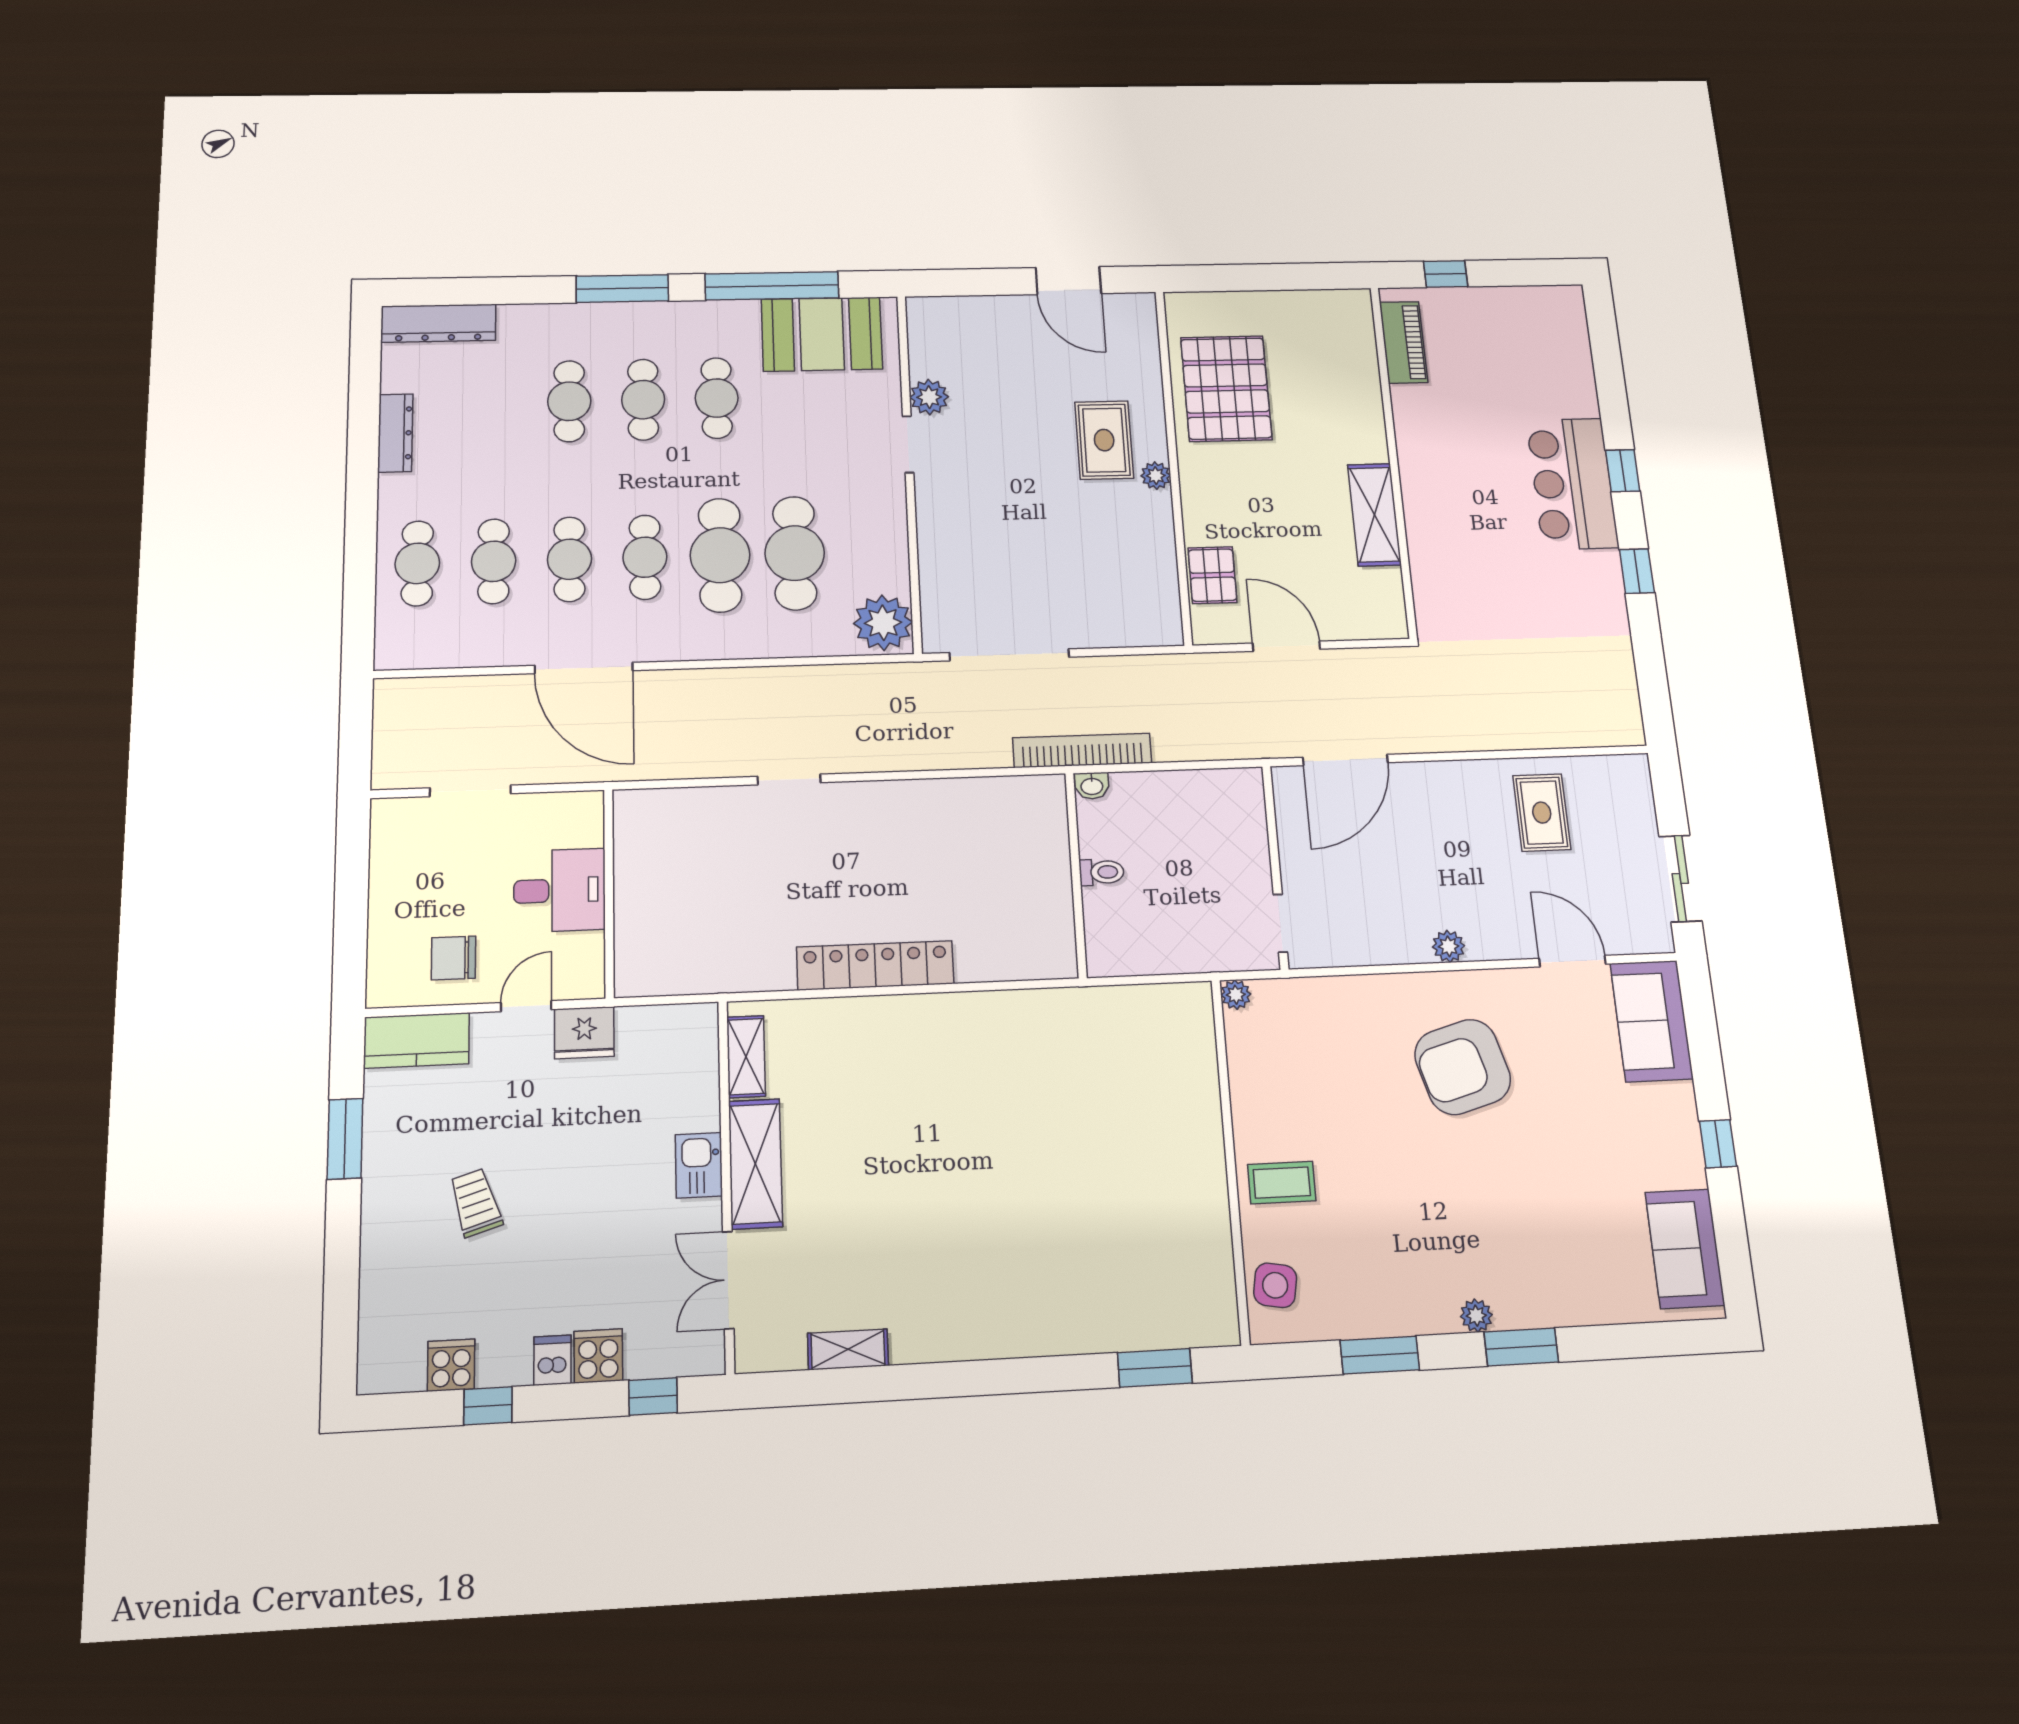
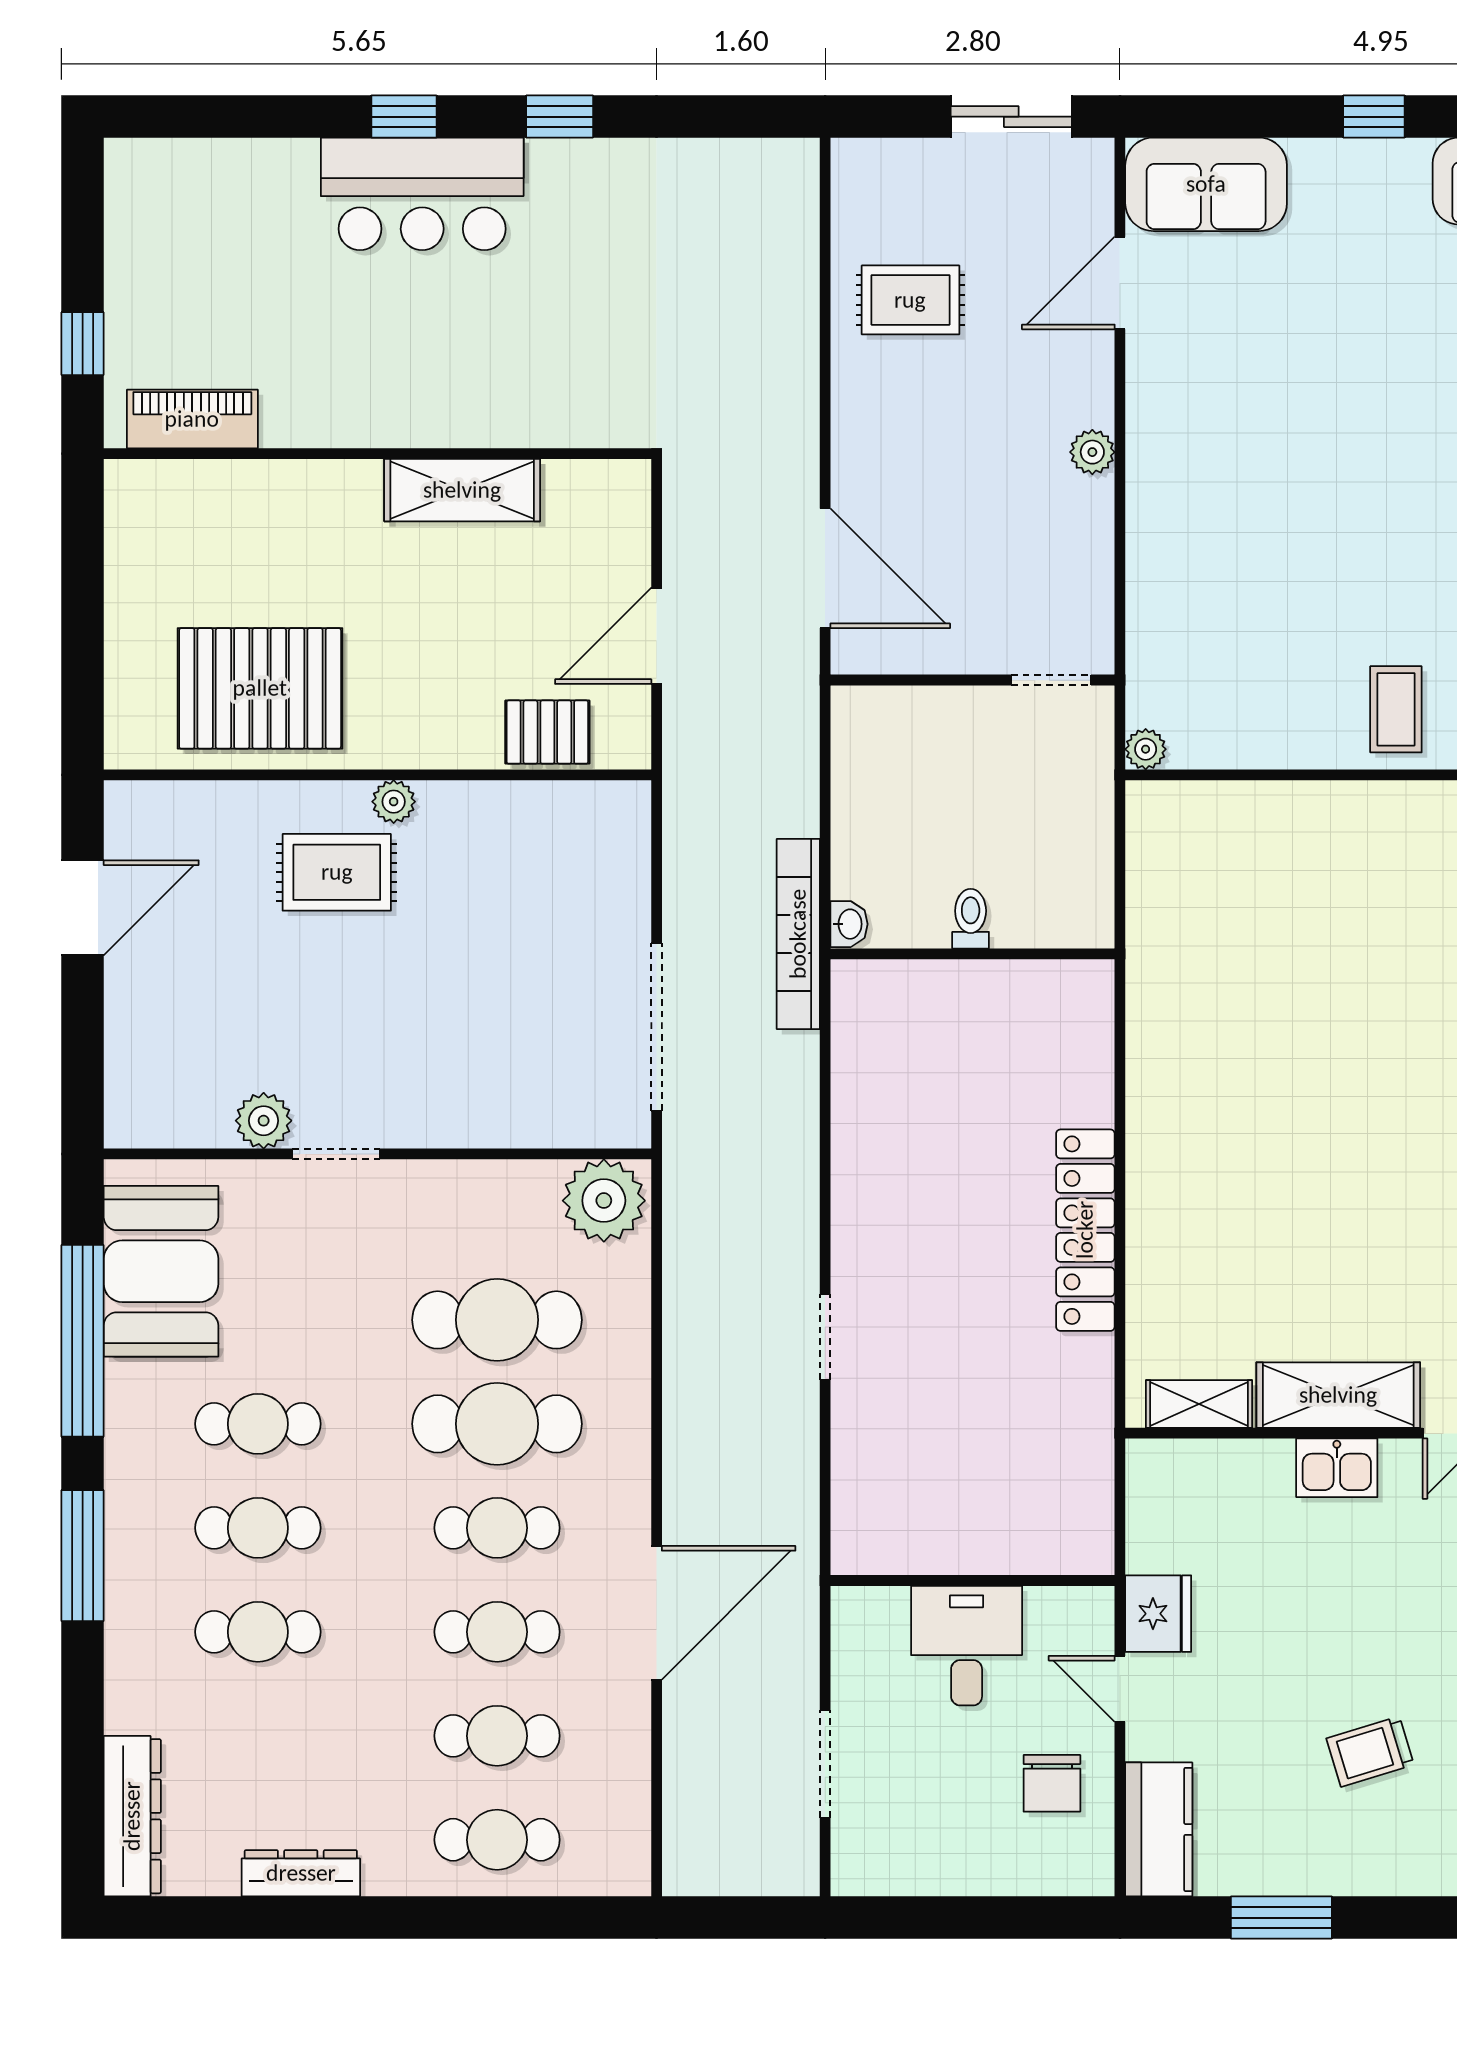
armchair: (1463, 1067) -> (1256, 451), removed

